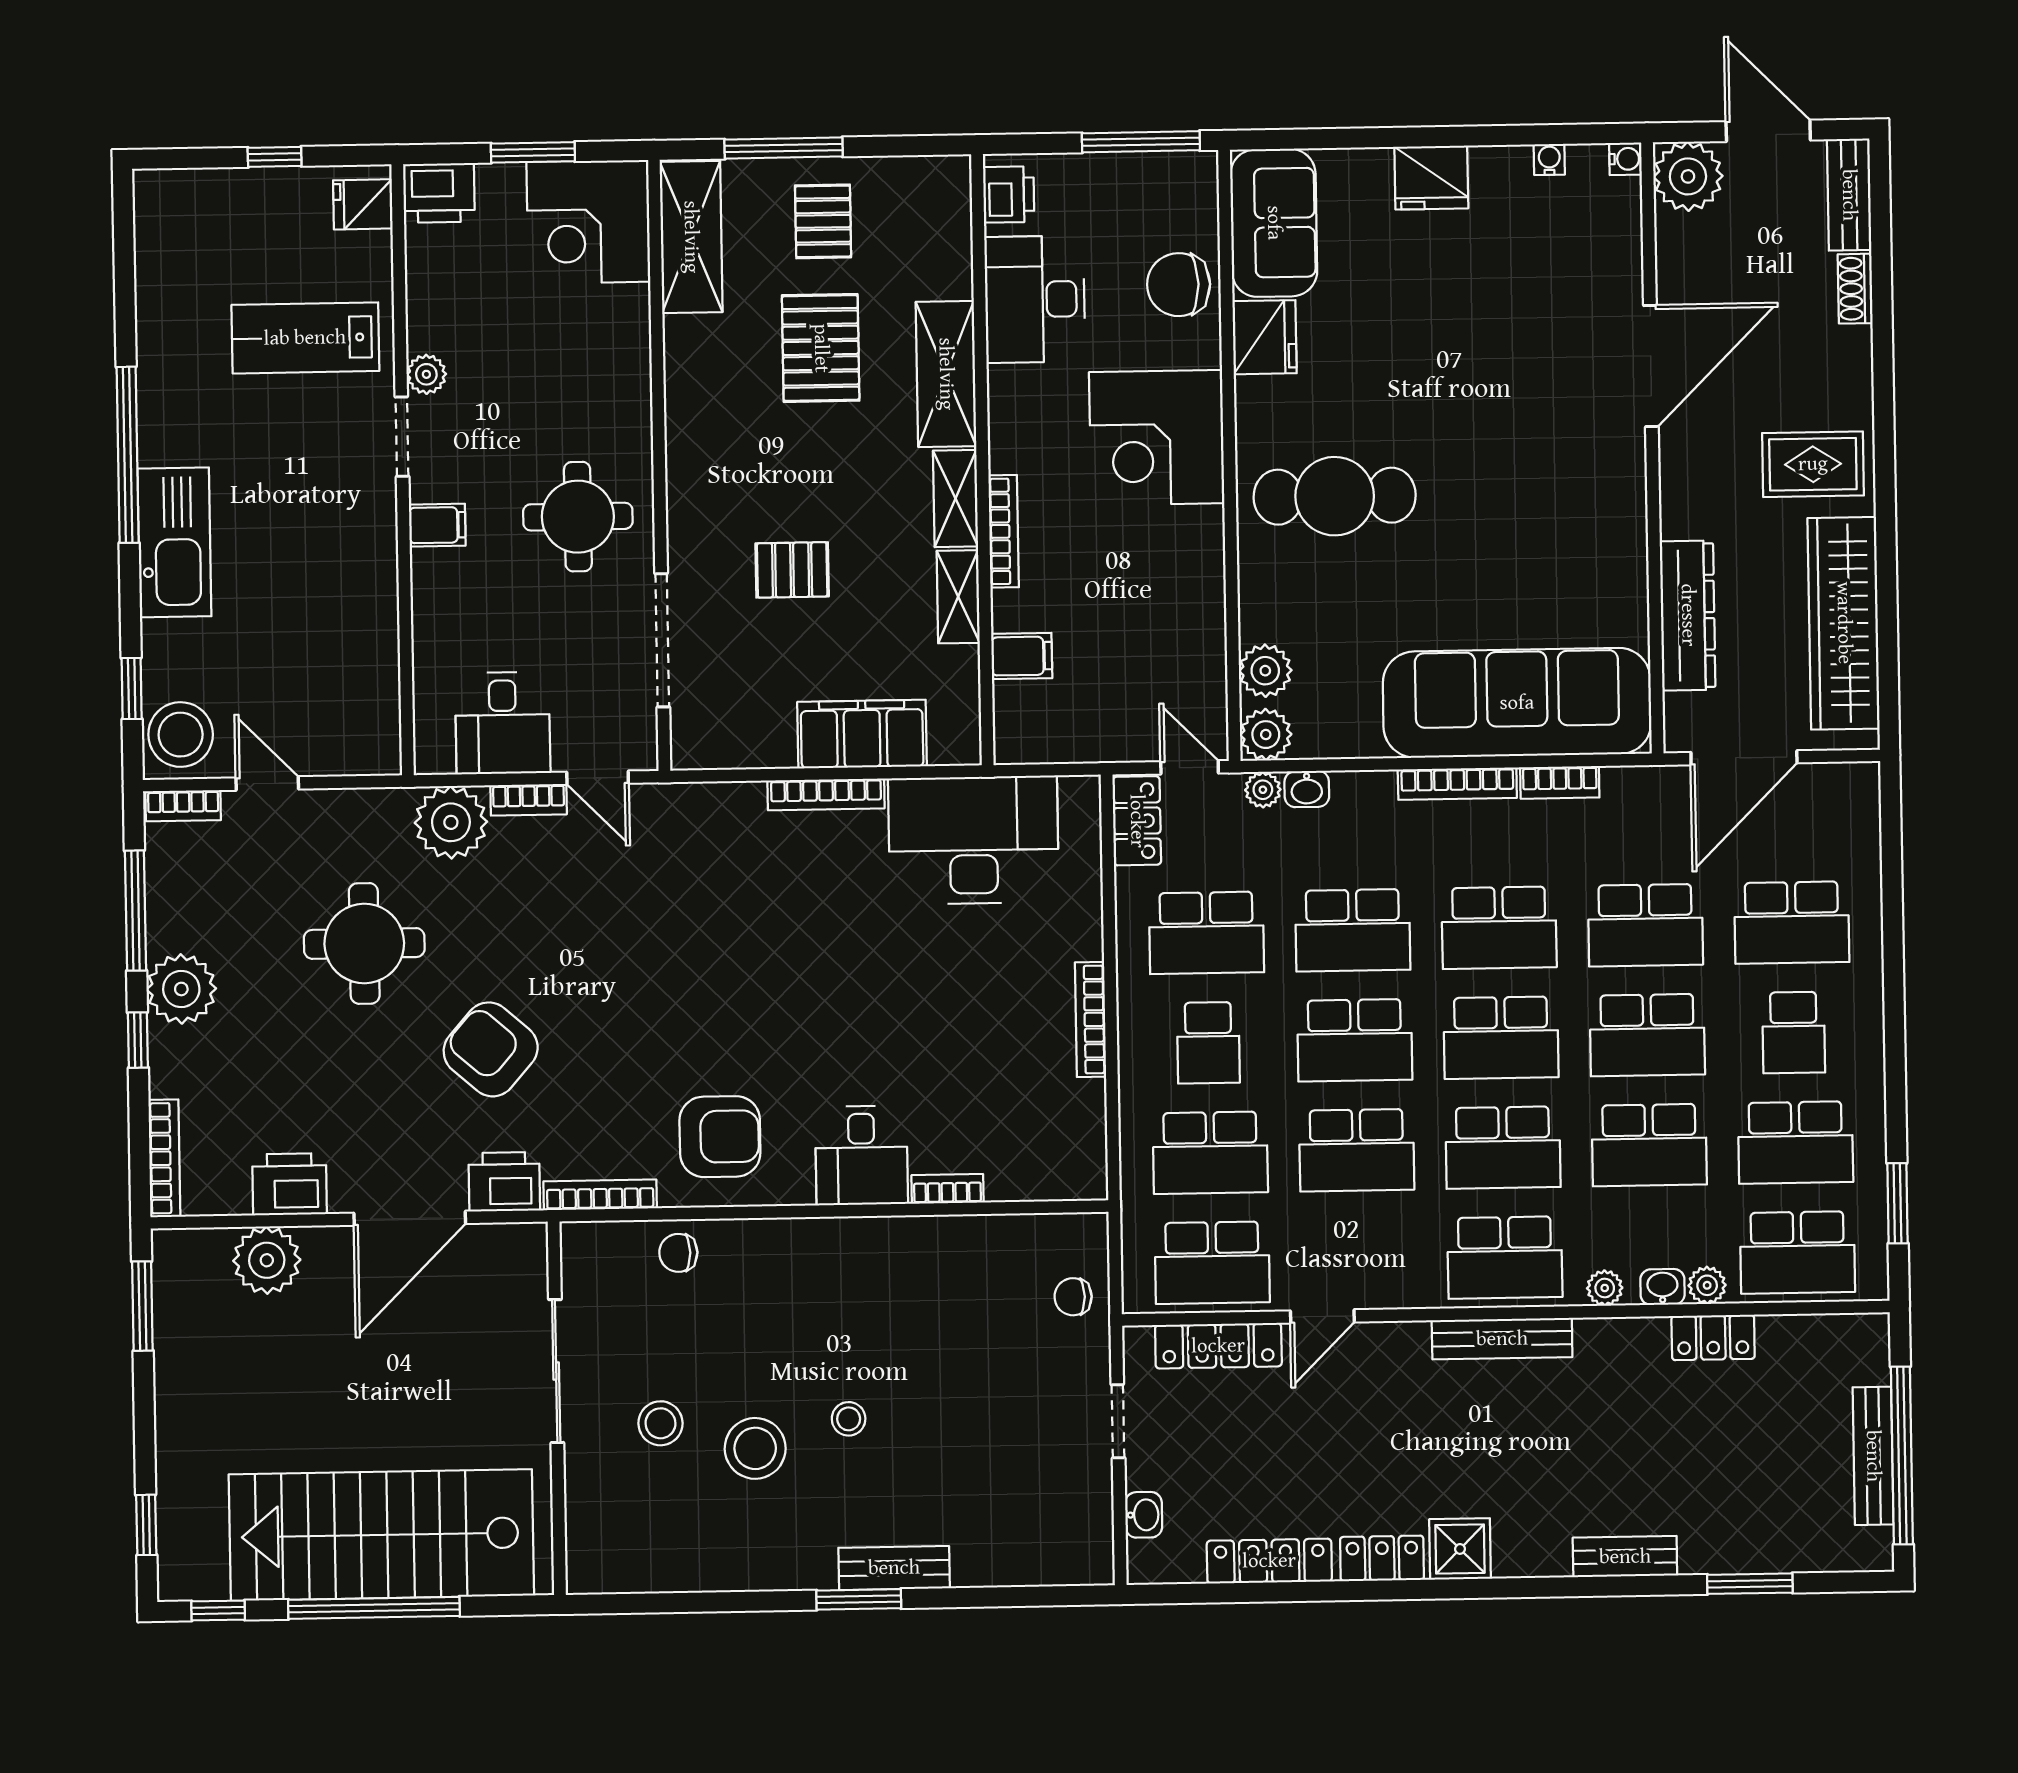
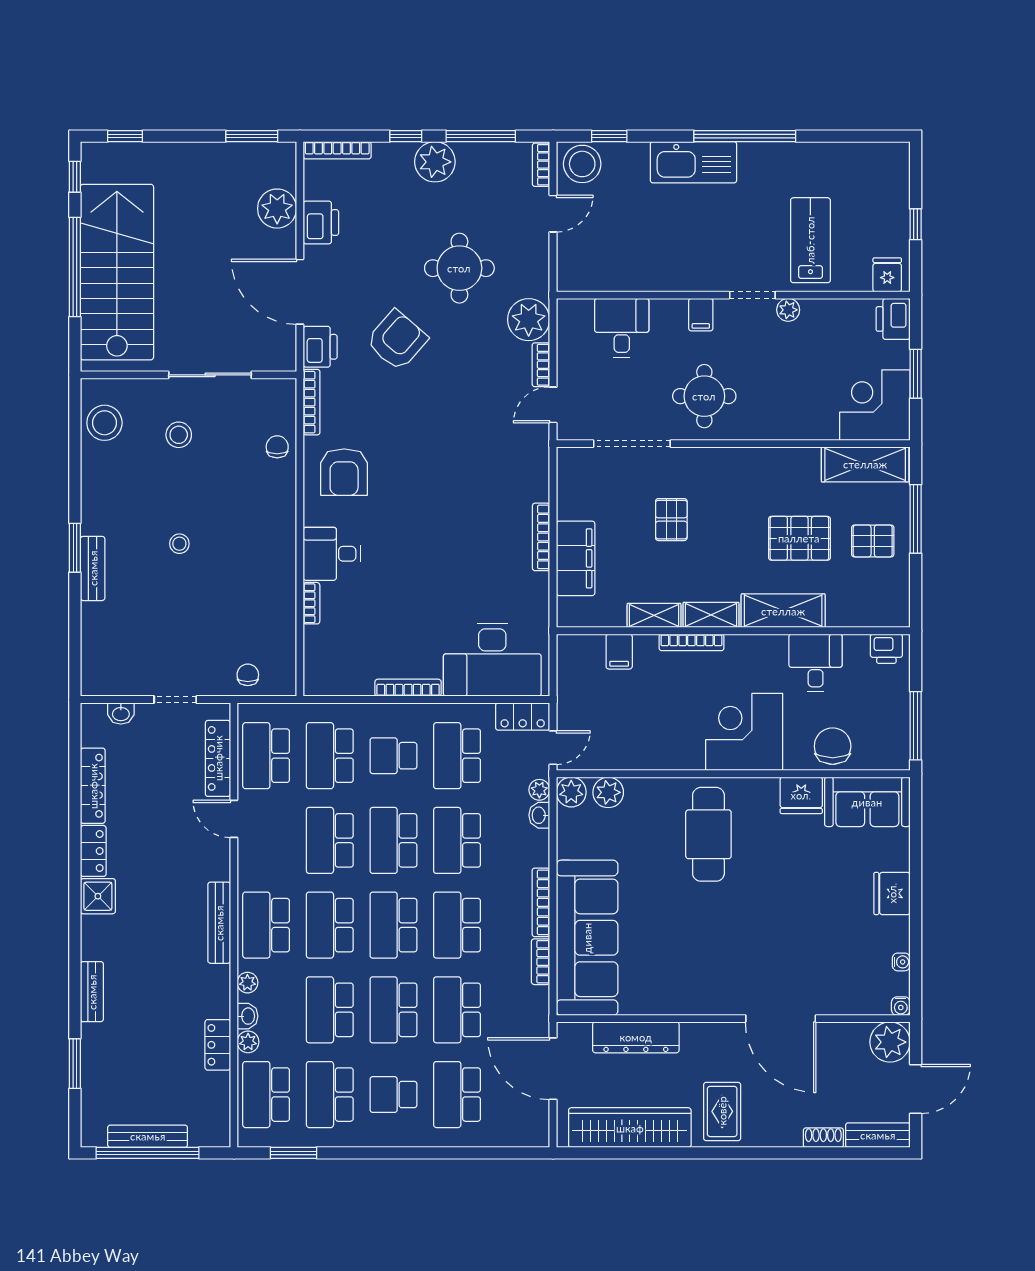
desk: (1035, 299) -> (816, 663), width x0.73
desk: (503, 723) -> (622, 328), moved, turned 90
desk: (973, 840) -> (492, 660), moved, turned 90
stool: (755, 1448) -> (104, 423), moved

